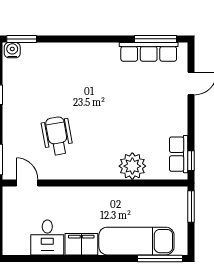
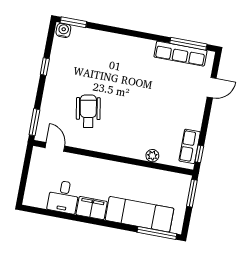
plant: (132, 166) -> (152, 156), width x0.53, depth x0.53

